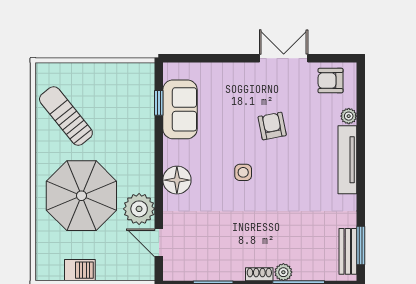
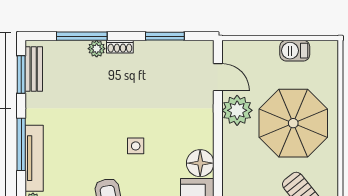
window: (361, 174) -> (21, 144), added
floor lamp: (177, 180) -> (200, 163), moved

